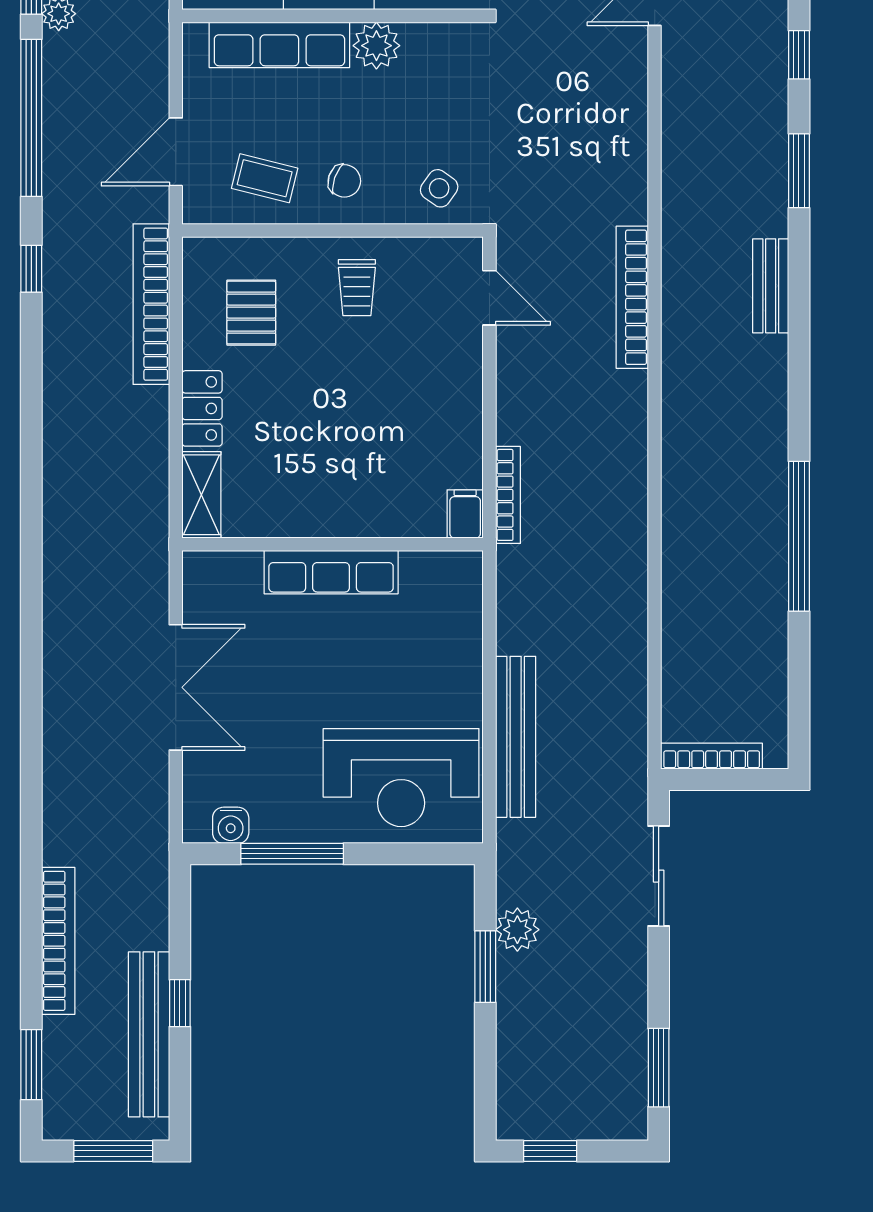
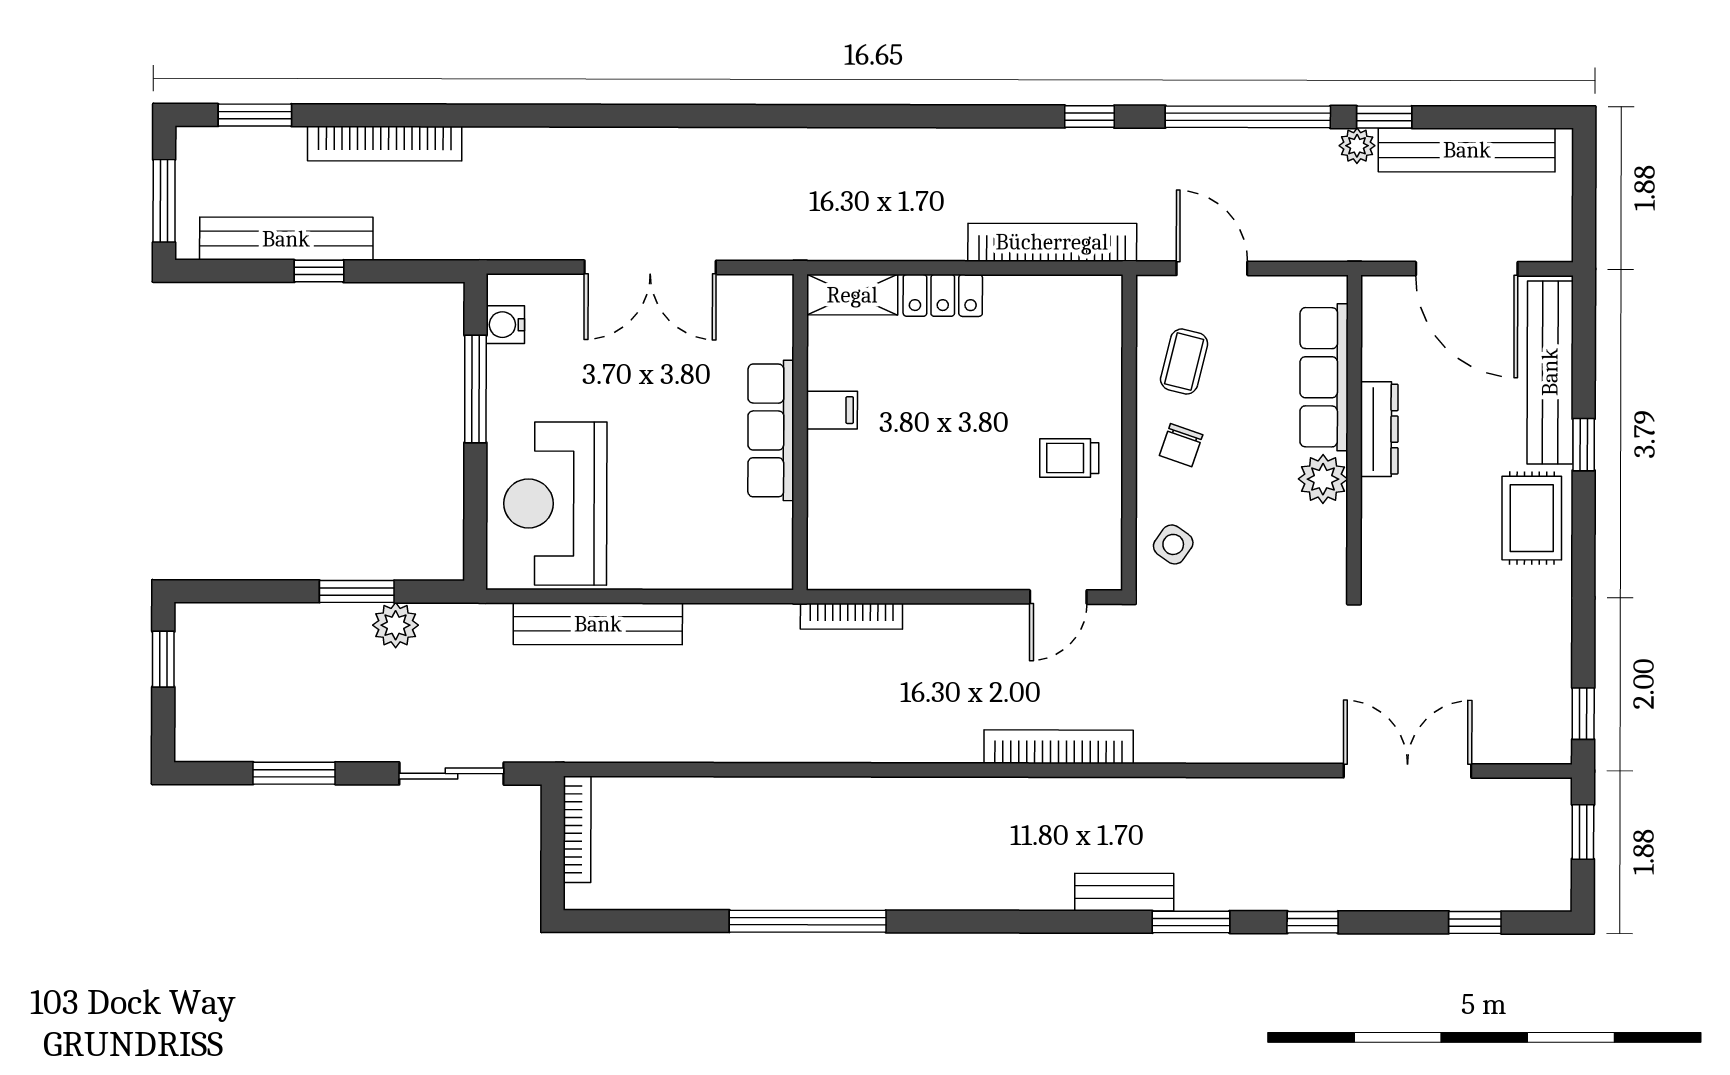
bench: (771, 286) -> (1124, 892), moved
pallet: (251, 313) -> (1043, 347), removed
filing cabinet: (465, 514) -> (832, 410), moved
window: (659, 1068) -> (294, 773), moved

